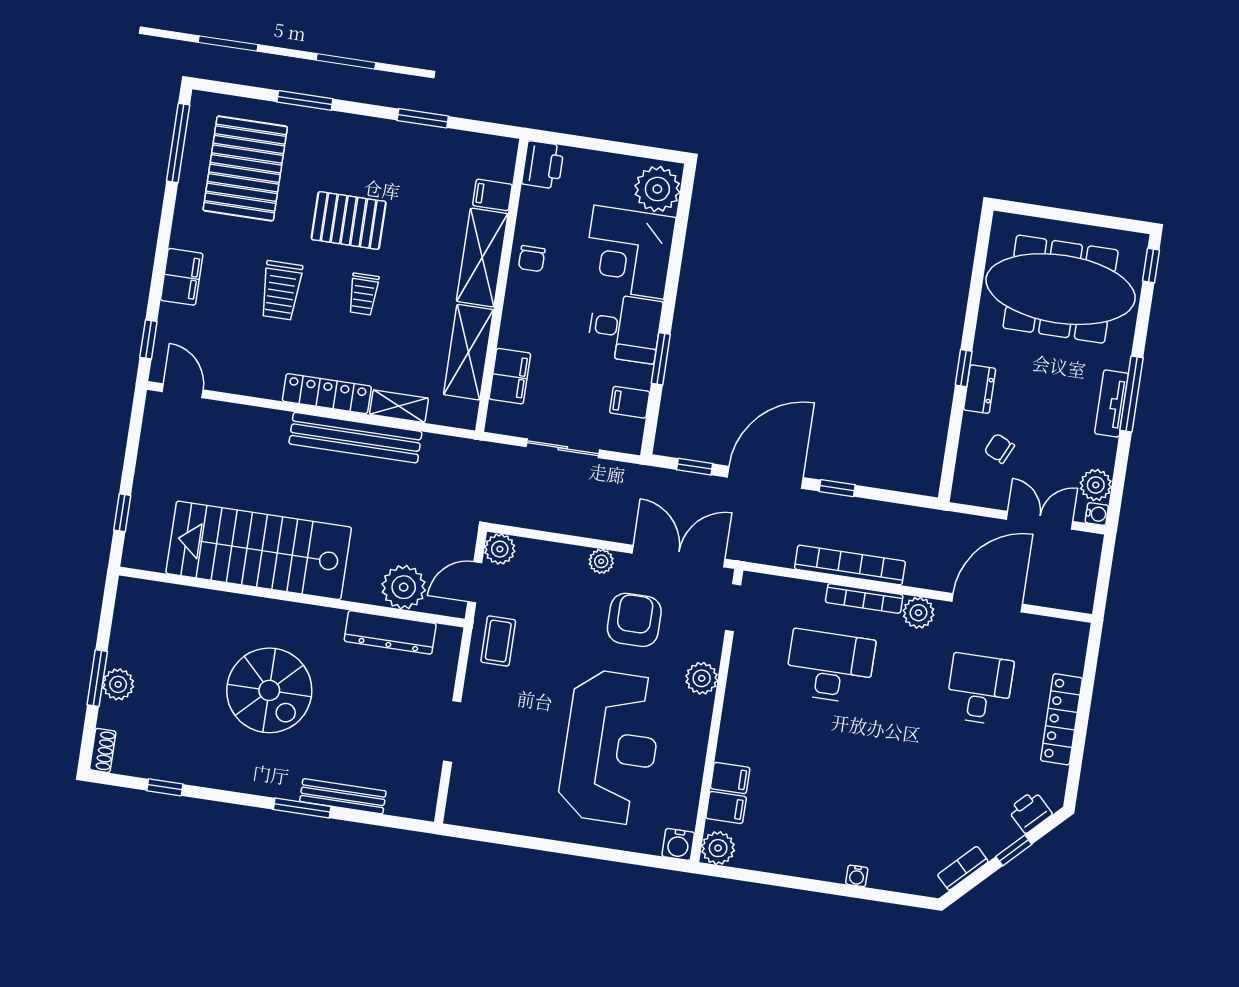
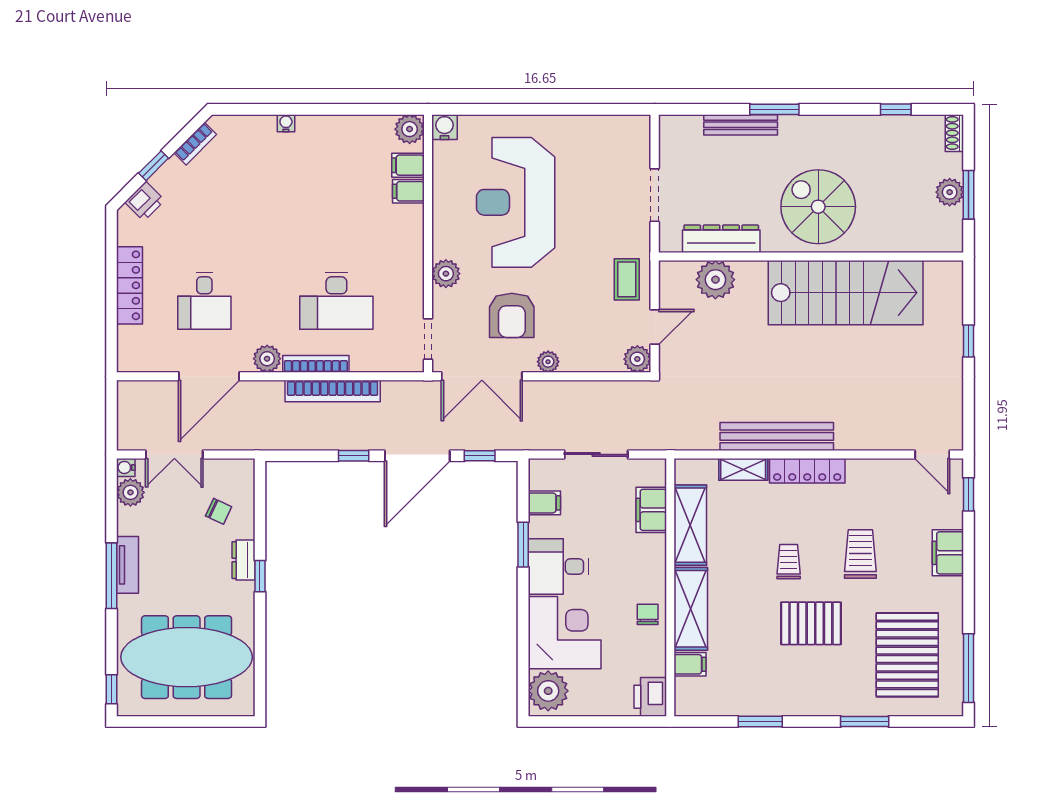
stairs: (259, 550) -> (846, 293), moved
plant: (404, 587) -> (715, 280), moved
wall: (292, 597) -> (811, 256), moved
dresser: (390, 632) -> (721, 239), moved

